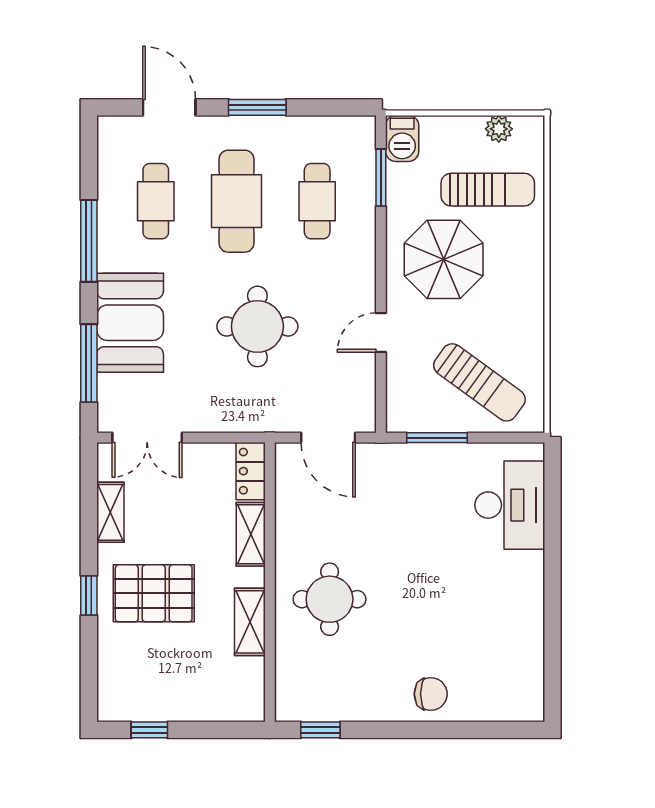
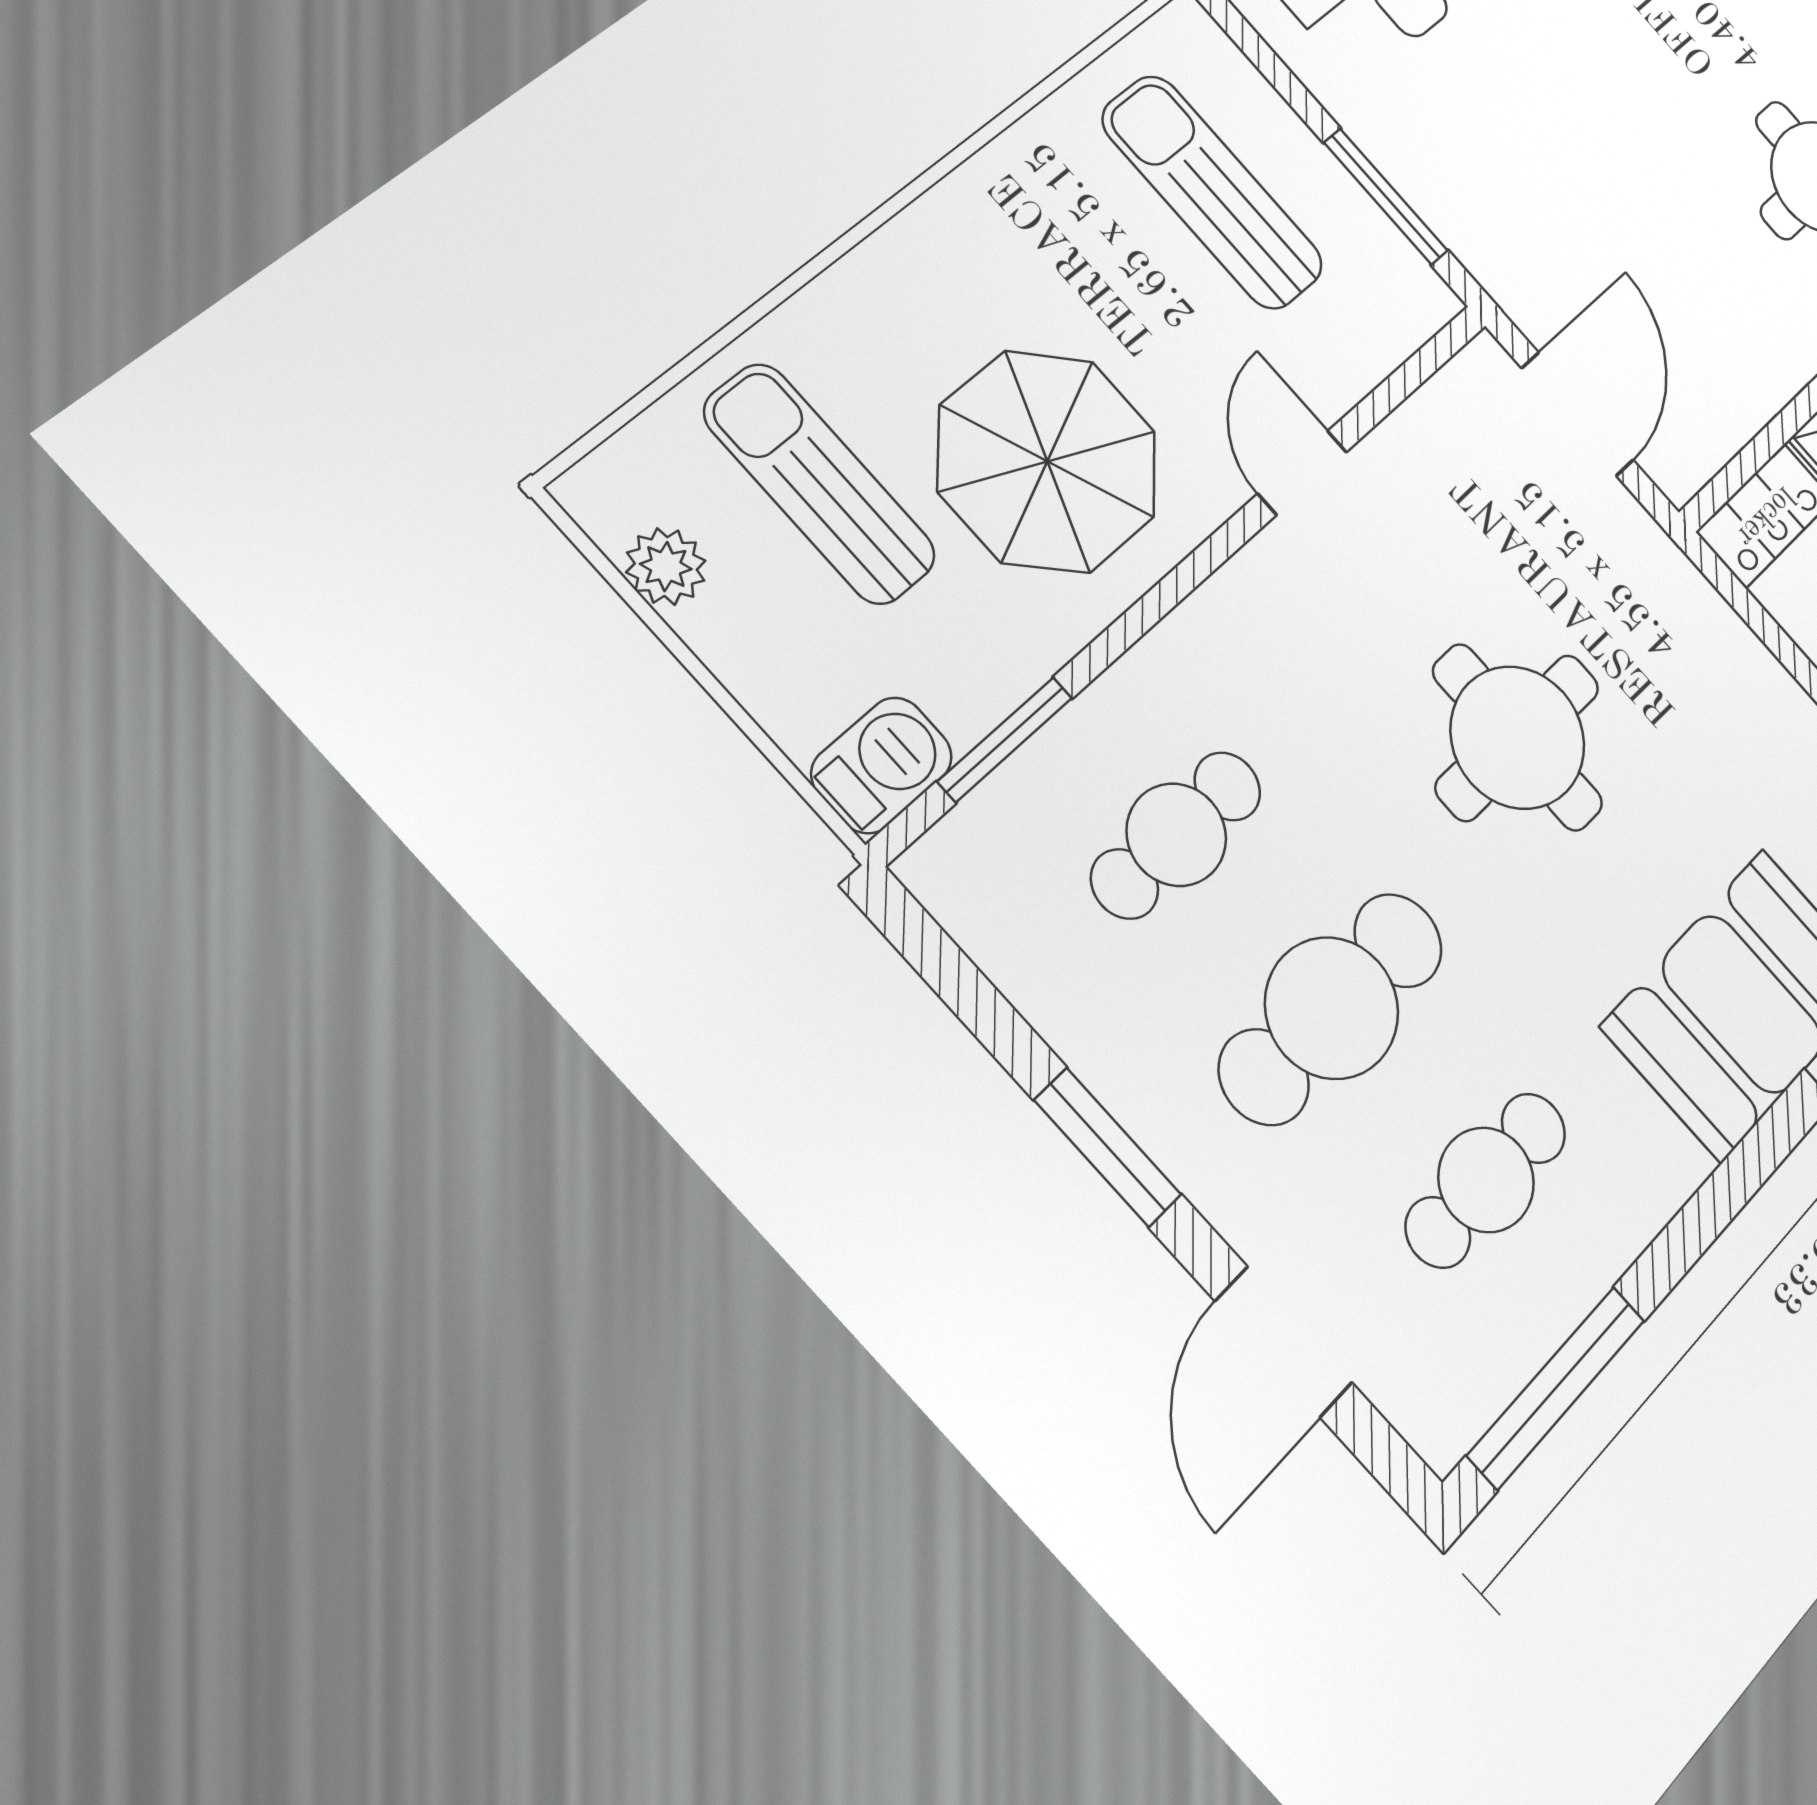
window: (89, 241) -> (1556, 1387), moved
door: (381, 333) -> (1302, 473), swing flipped
sun lounger: (479, 382) -> (1213, 192), turned -36

